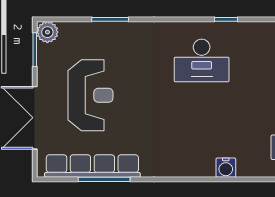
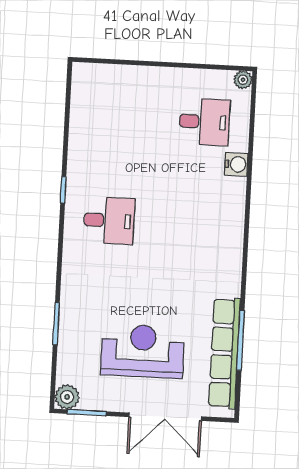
desk: (202, 61) -> (109, 221), width x0.73
water cooler: (226, 168) -> (236, 164), moved

